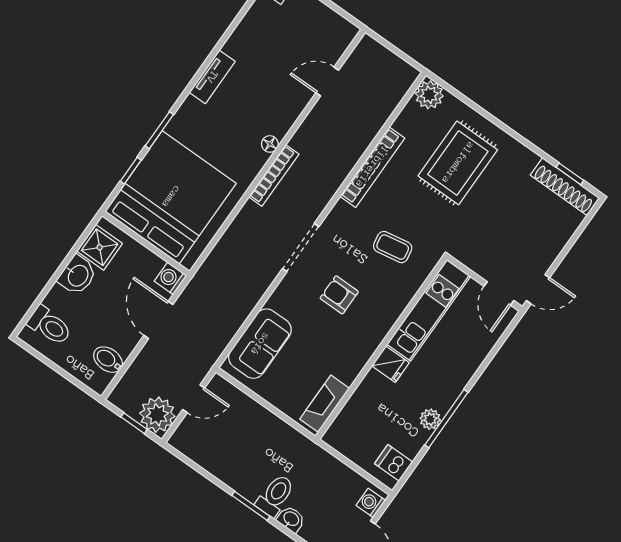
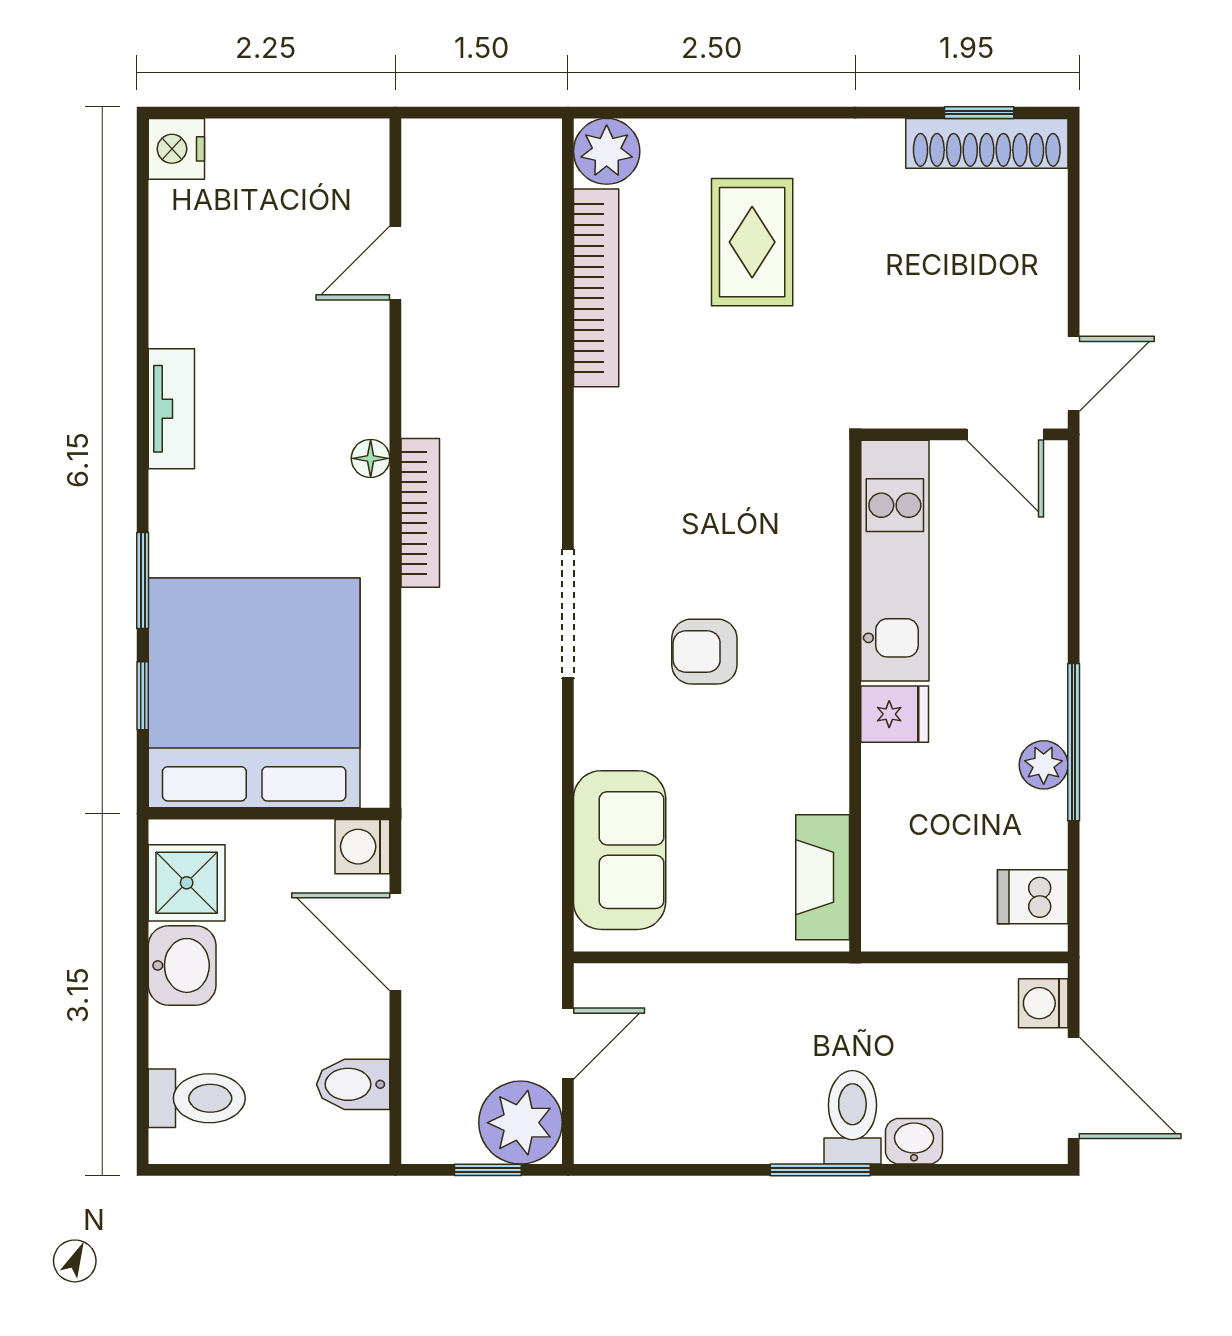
rug: (458, 163) -> (752, 242), width x0.73, depth x0.70
bookcase: (372, 167) -> (596, 288), moved
coffee table: (393, 247) -> (742, 489), removed

